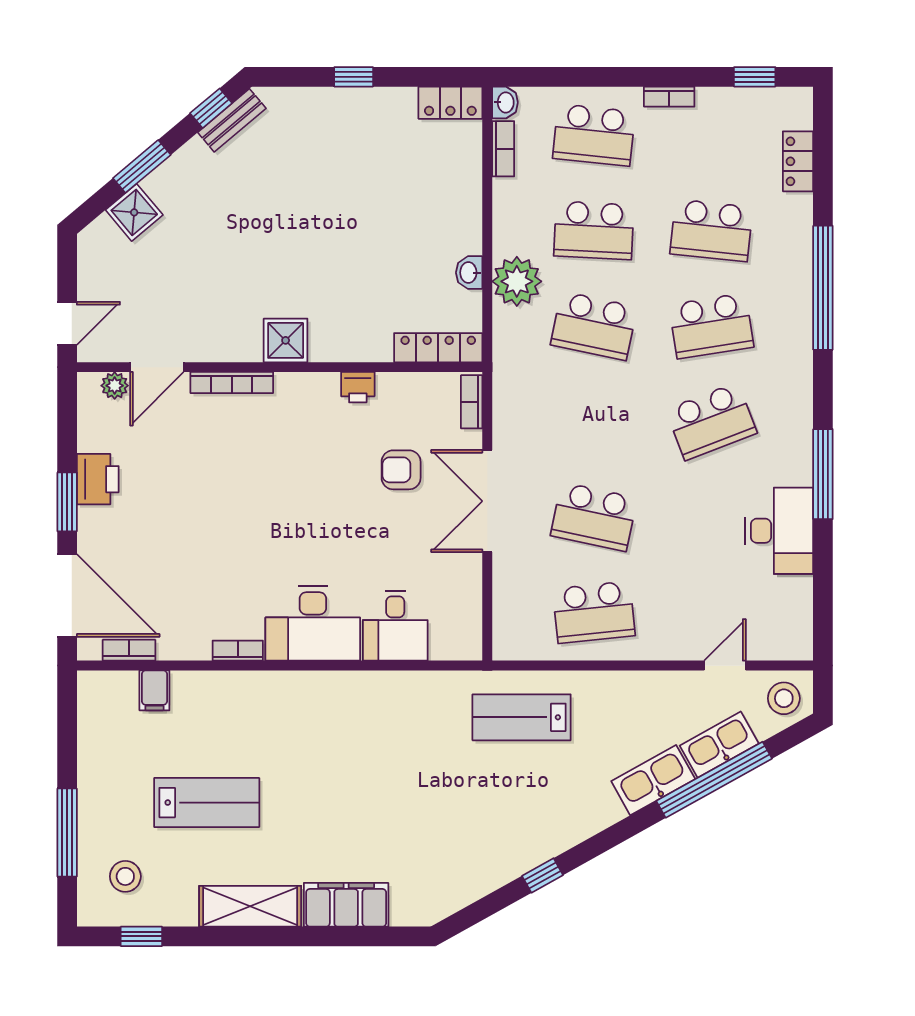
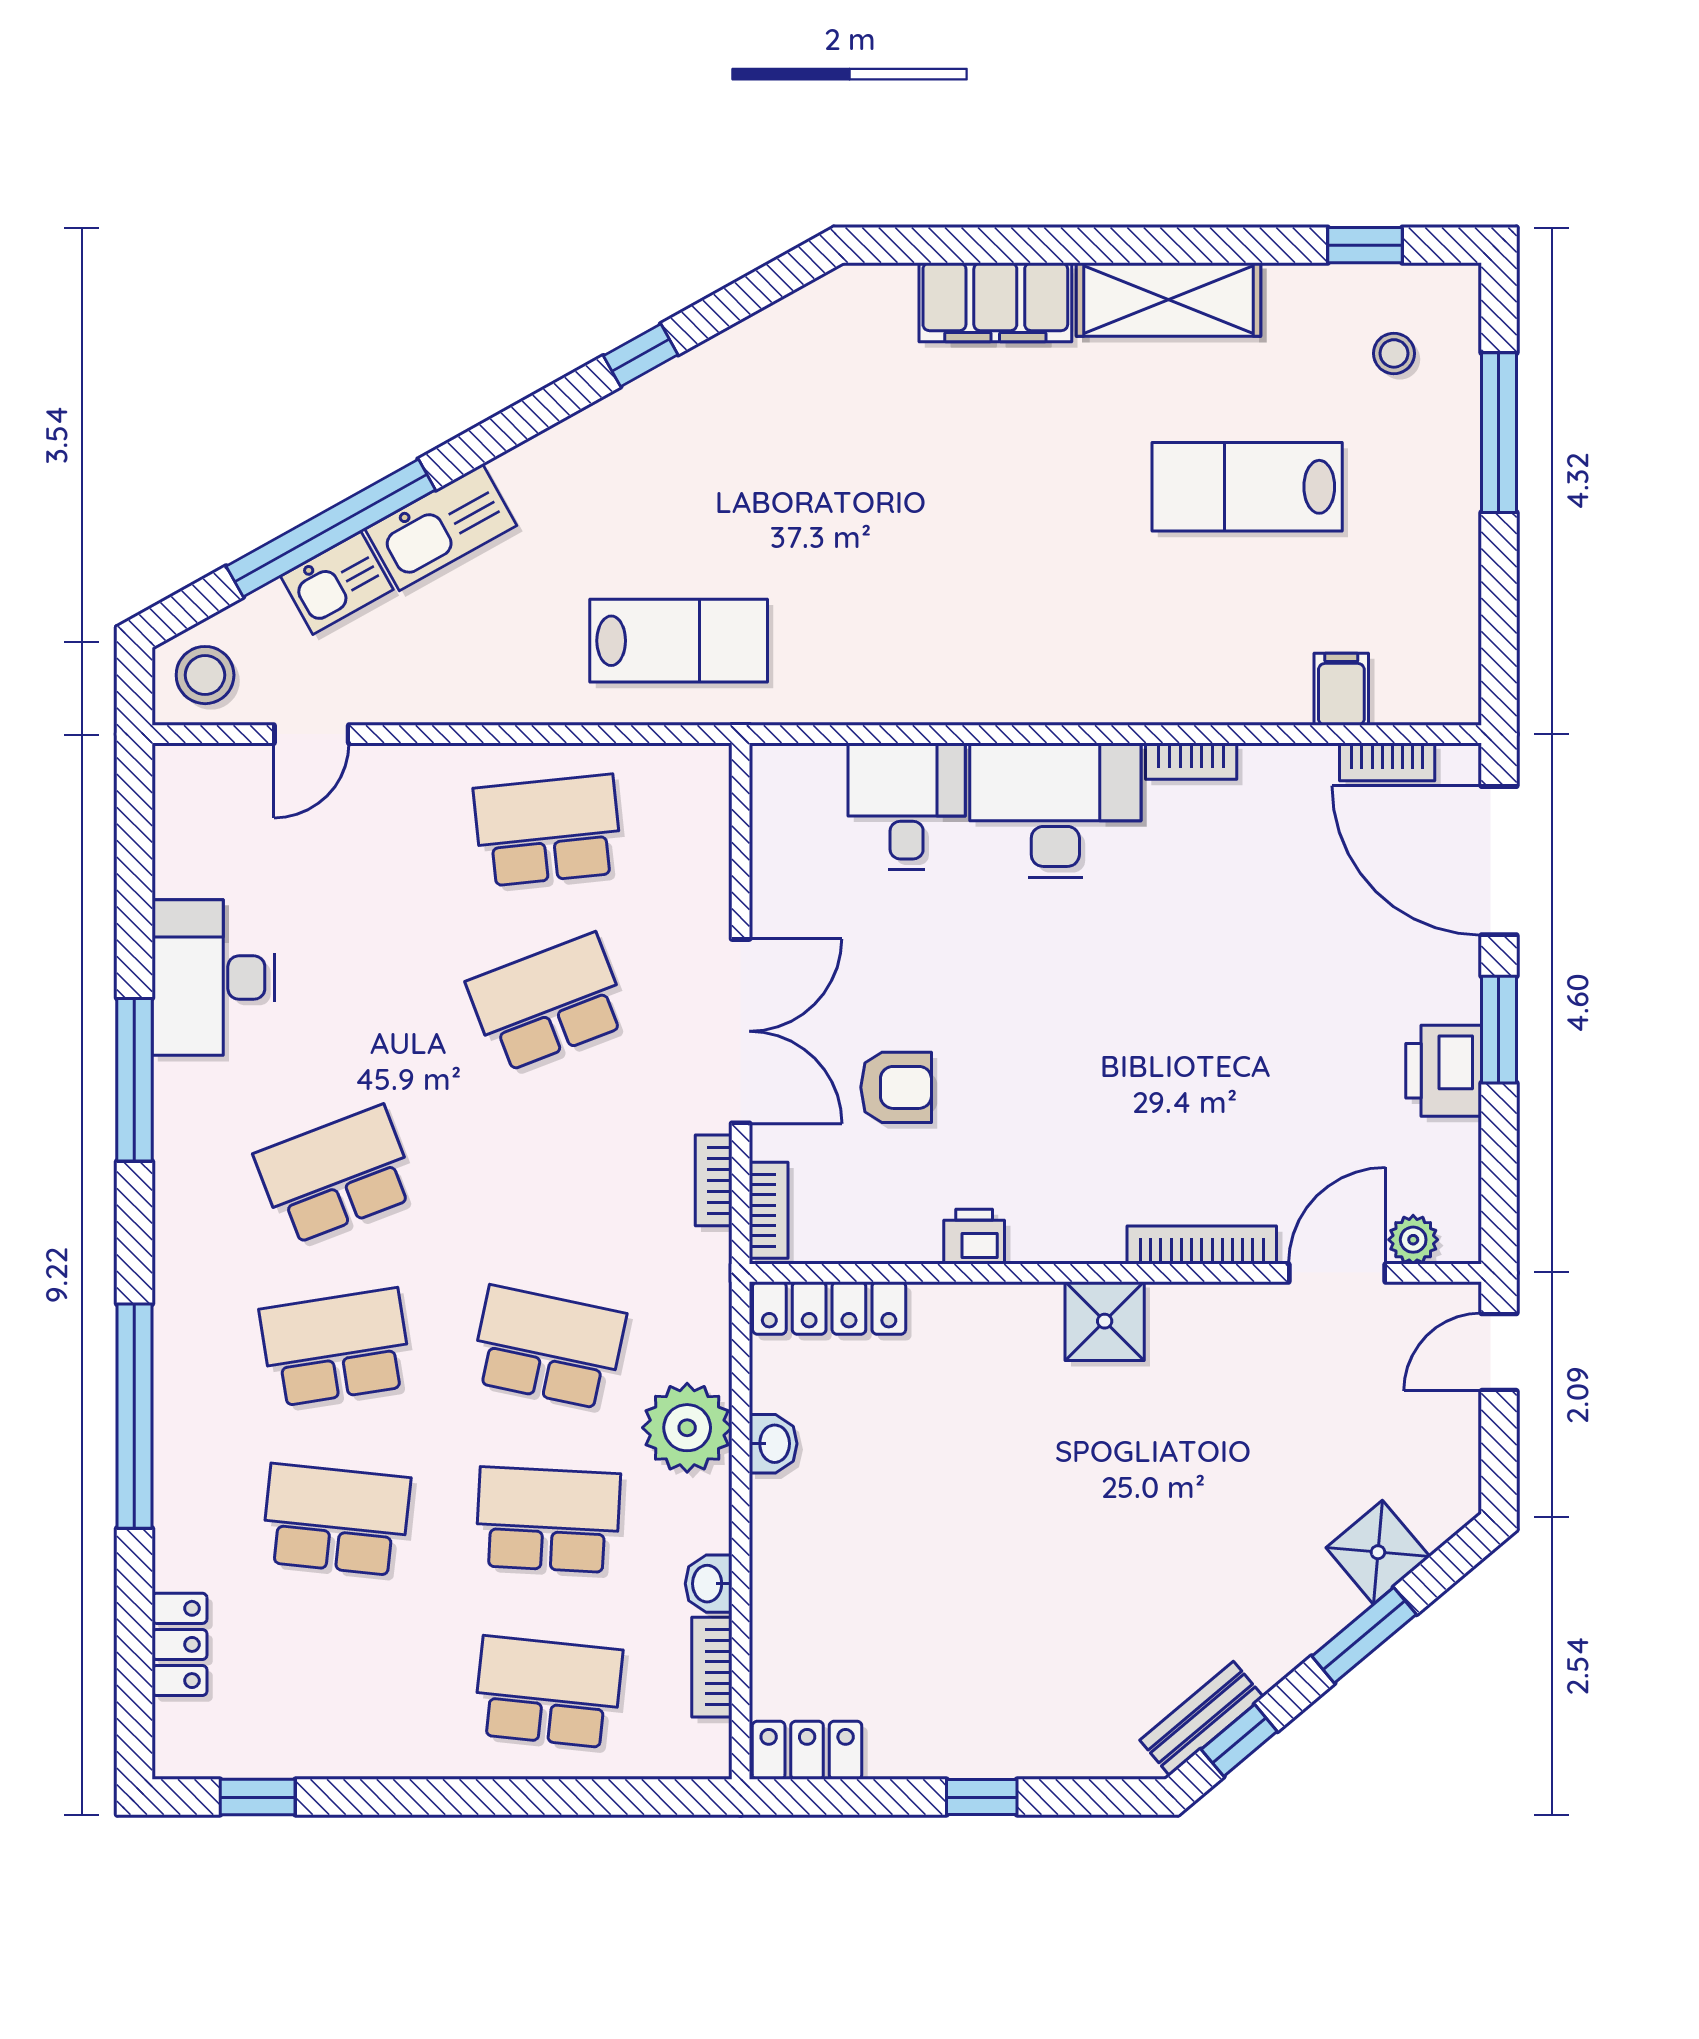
bookcase: (669, 97) -> (714, 1180), moved, turned -90
washbasin: (505, 102) -> (709, 1584), moved
school desk: (594, 517) -> (548, 1003), turned -33
kitchen sink: (719, 745) -> (337, 583), width x0.73
stool: (125, 876) -> (1394, 353), width x0.73, depth x0.73

